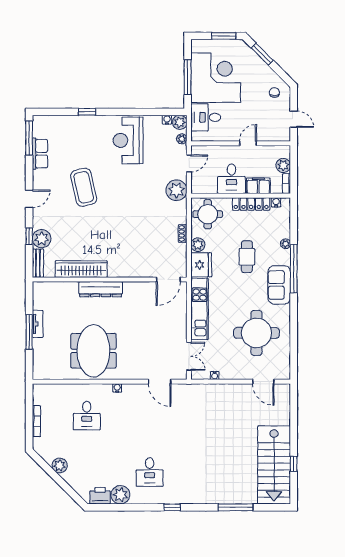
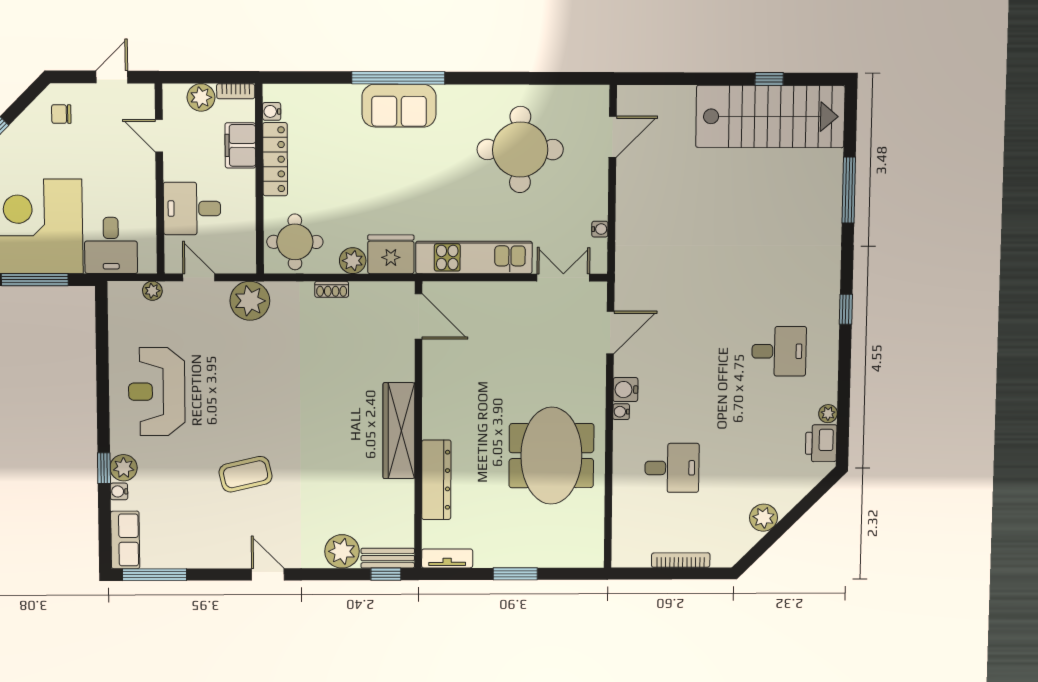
water cooler: (167, 120) -> (119, 491), moved
plant: (180, 122) -> (124, 468), moved
reception desk: (128, 140) -> (157, 392), turned 90
door: (248, 143) -> (159, 136), moved
row of seats: (40, 154) -> (125, 540), moved, turned 90
desk: (232, 179) -> (192, 209), moved, turned 180
coffee table: (84, 187) -> (246, 474), width x0.73, depth x0.76
window: (29, 236) -> (386, 574), moved
plant: (285, 244) -> (351, 93), removed
cafe table: (247, 257) -> (376, 168), removed
wardrobe: (81, 269) -> (399, 431), moved
sofa: (279, 285) -> (399, 106), moved
dresser: (101, 289) -> (436, 480), moved
tv unit: (38, 324) -> (447, 558), moved
window: (29, 332) -> (515, 574), width x0.69
meeting table: (93, 351) -> (551, 456), turned 90
water cooler: (129, 390) -> (625, 390), added
plant: (120, 495) -> (828, 414), width x0.53, depth x0.53

